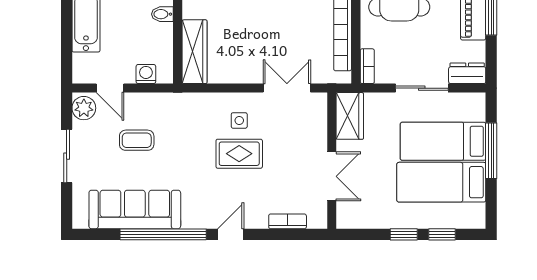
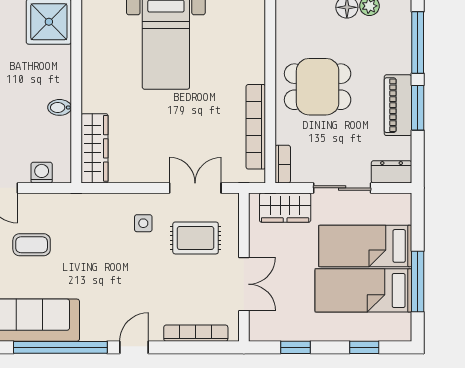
wardrobe: (350, 116) -> (285, 208), moved, turned 90
window: (491, 151) -> (418, 281), moved
rug: (239, 154) -> (196, 238), moved
bookcase: (288, 221) -> (196, 333), width x1.56
window: (404, 234) -> (295, 347), moved

